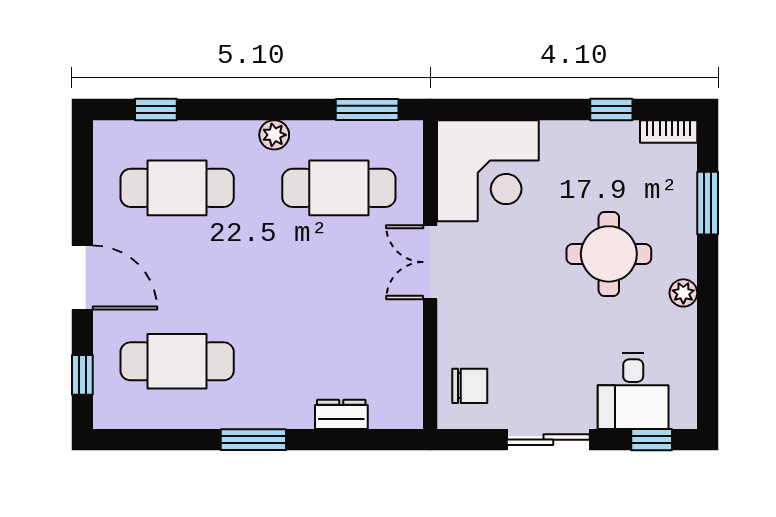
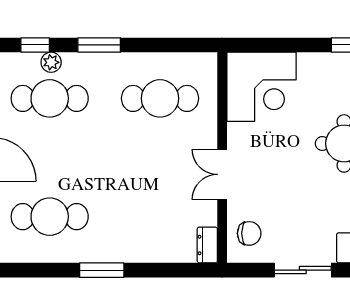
window: (367, 109) -> (99, 45), moved
plant: (274, 135) -> (51, 62), moved
double door: (430, 262) -> (222, 174), moved
dresser: (341, 414) -> (207, 245), moved, turned -90

